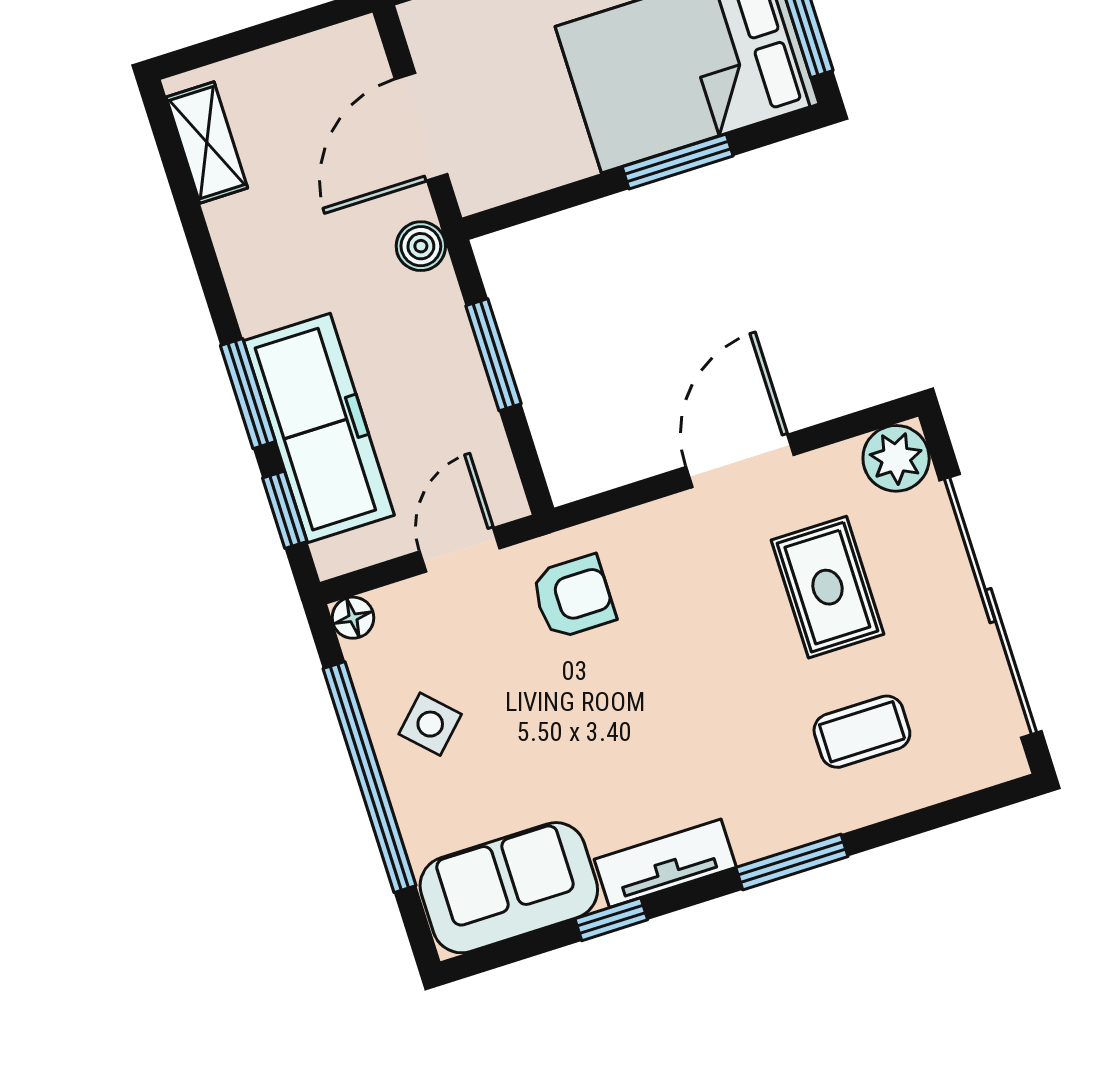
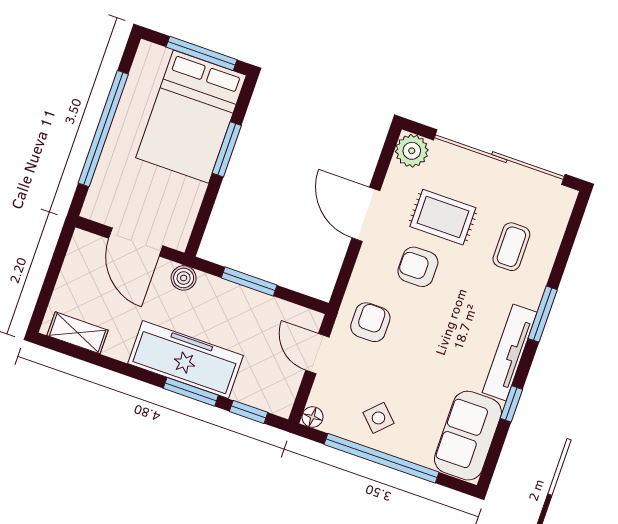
freezer: (319, 428) -> (185, 360), moved
armchair: (718, 607) -> (418, 267), added
tv unit: (665, 863) -> (510, 352), width x1.41

